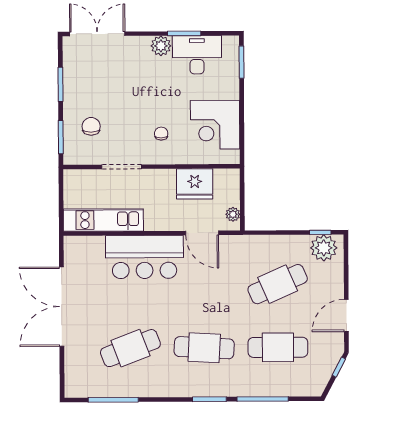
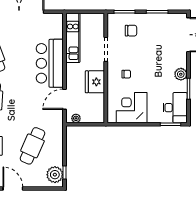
desk: (197, 55) -> (175, 108), moved
fridge: (195, 184) -> (95, 82), moved
cafe table: (278, 284) -> (32, 146), turned 48

